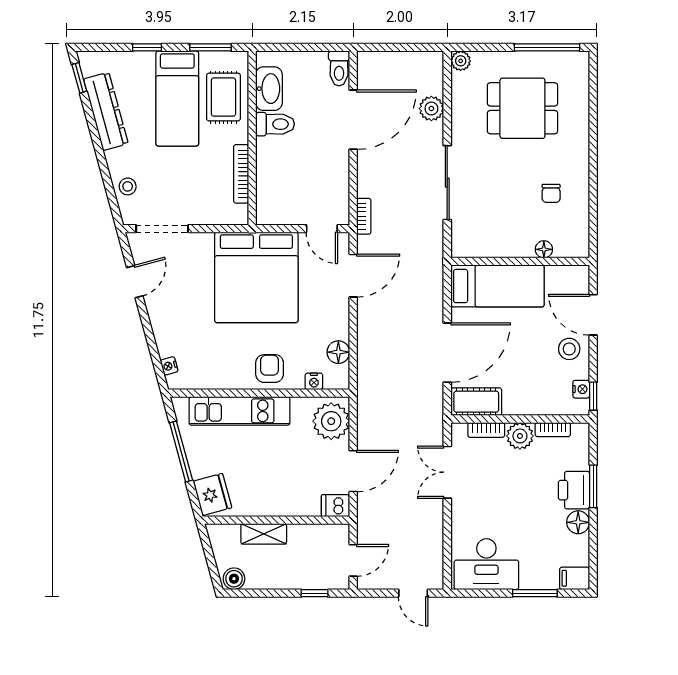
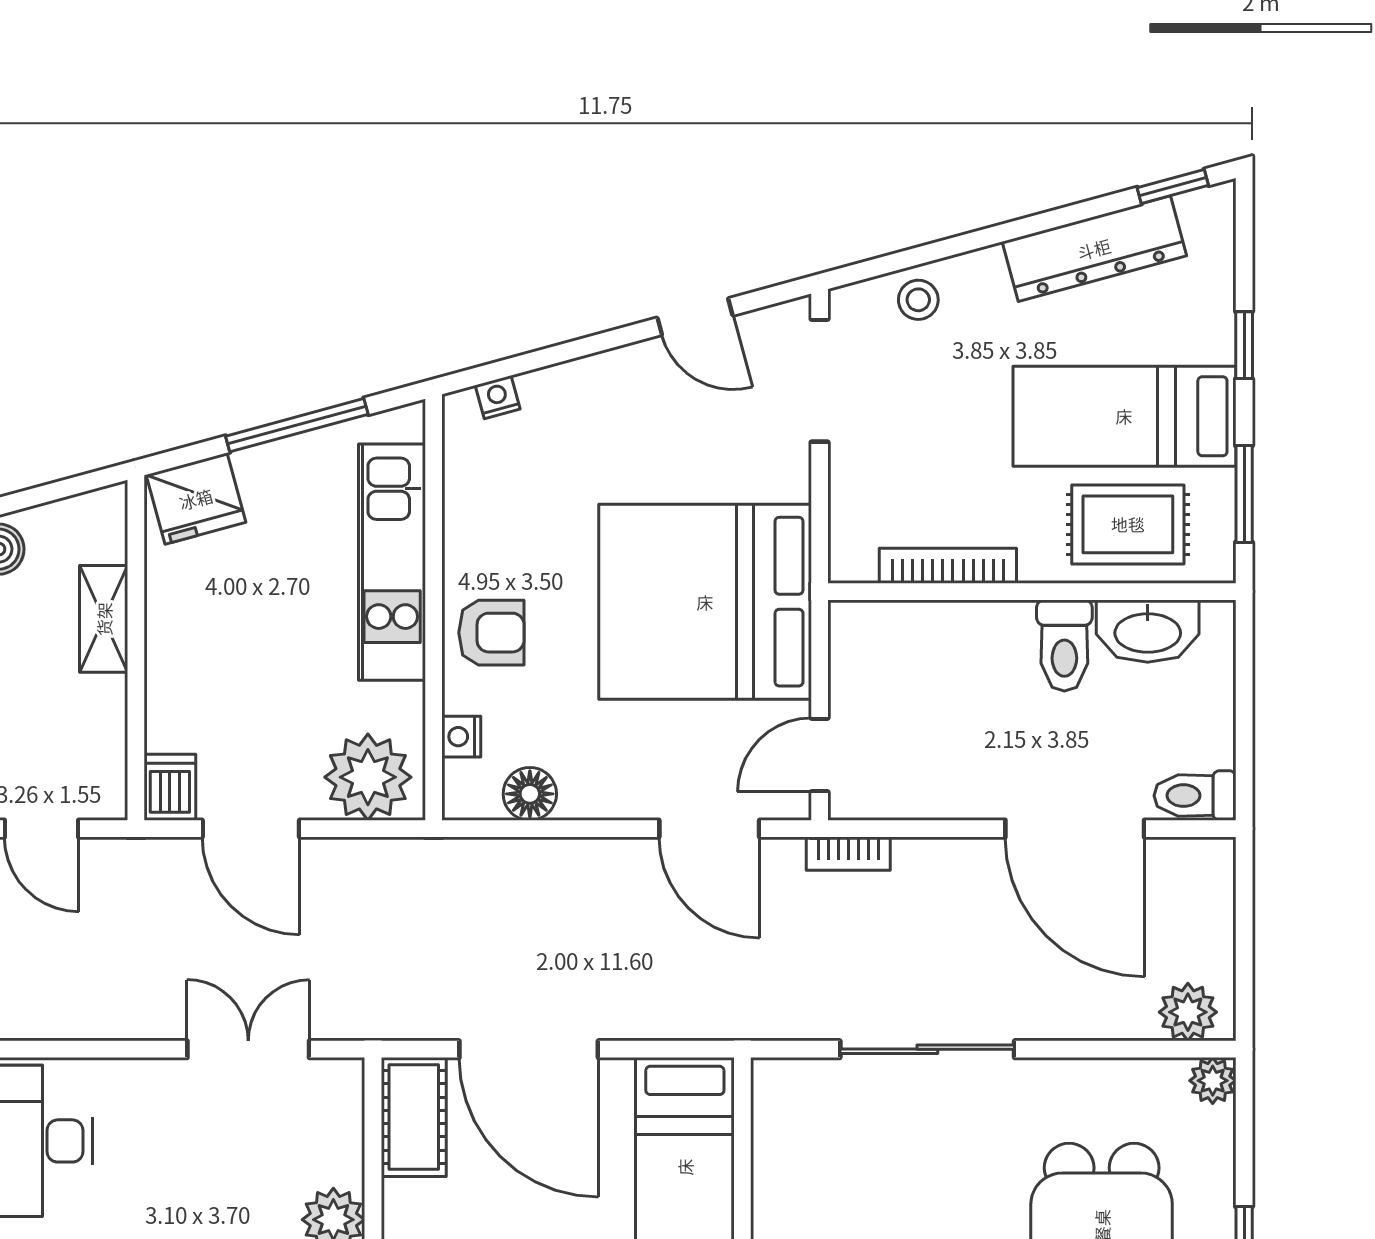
plant: (431, 109) -> (1188, 1012), moved
bookcase: (486, 430) -> (347, 1141), removed

